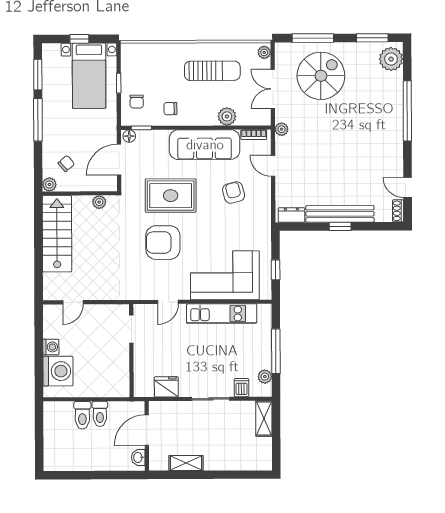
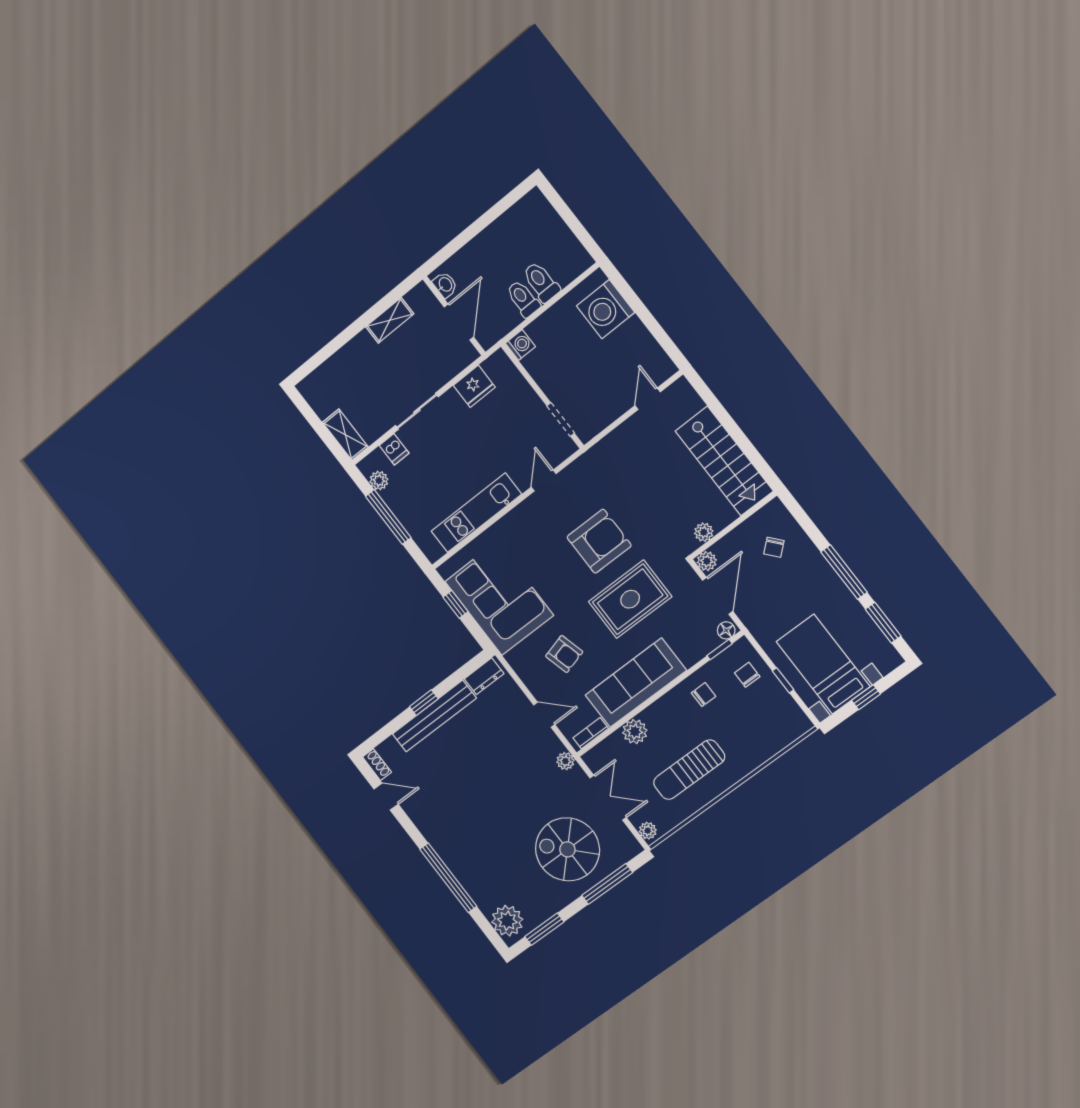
spiral stairs: (321, 76) -> (567, 849), turned 90
plant: (49, 184) -> (707, 561), moved
corner sofa: (225, 275) -> (499, 598), moved, turned -90
washing machine: (51, 347) -> (520, 345), moved, turned 180

